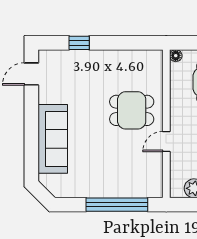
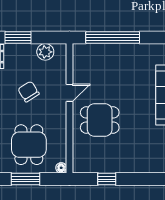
window: (79, 43) -> (107, 179), moved

